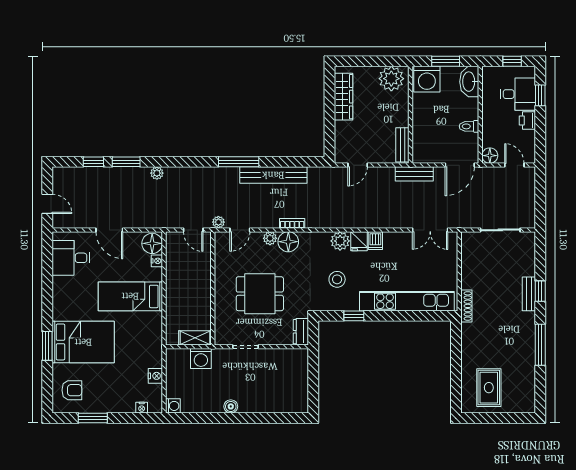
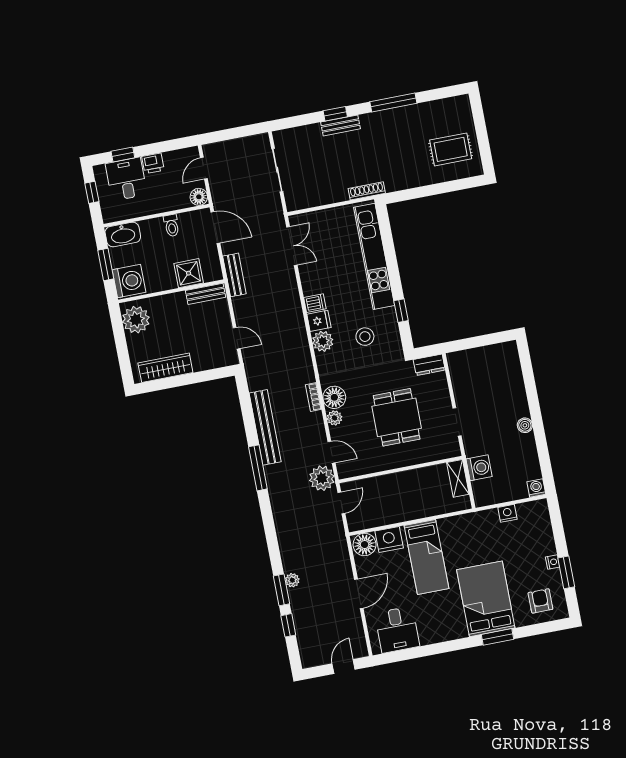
shower: (424, 133) -> (189, 273), added
plant: (157, 173) -> (292, 580), moved
plant: (218, 222) -> (322, 478), width x1.88, depth x1.88
nightstand: (157, 261) -> (389, 539), width x1.89, depth x1.79
nightstand: (142, 408) -> (553, 562), moved

